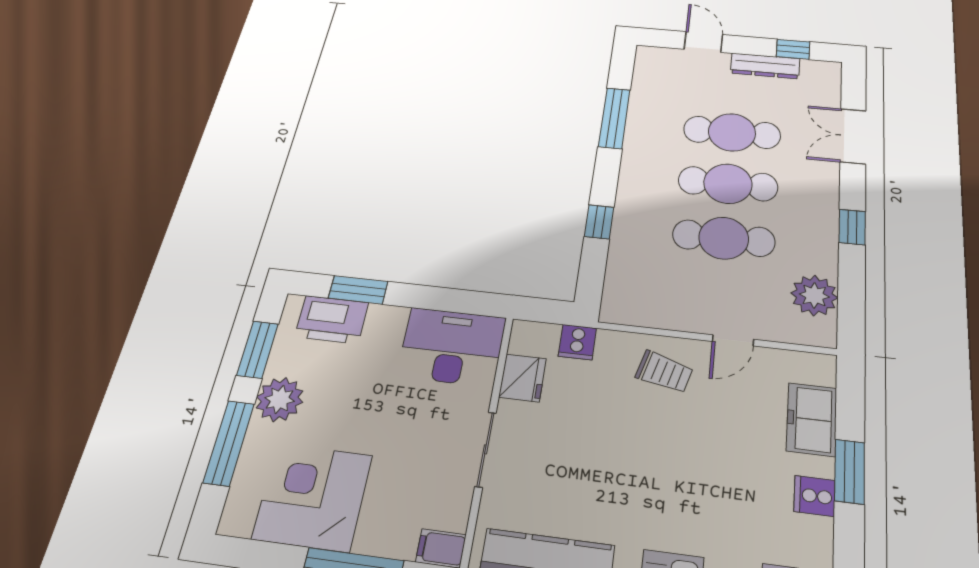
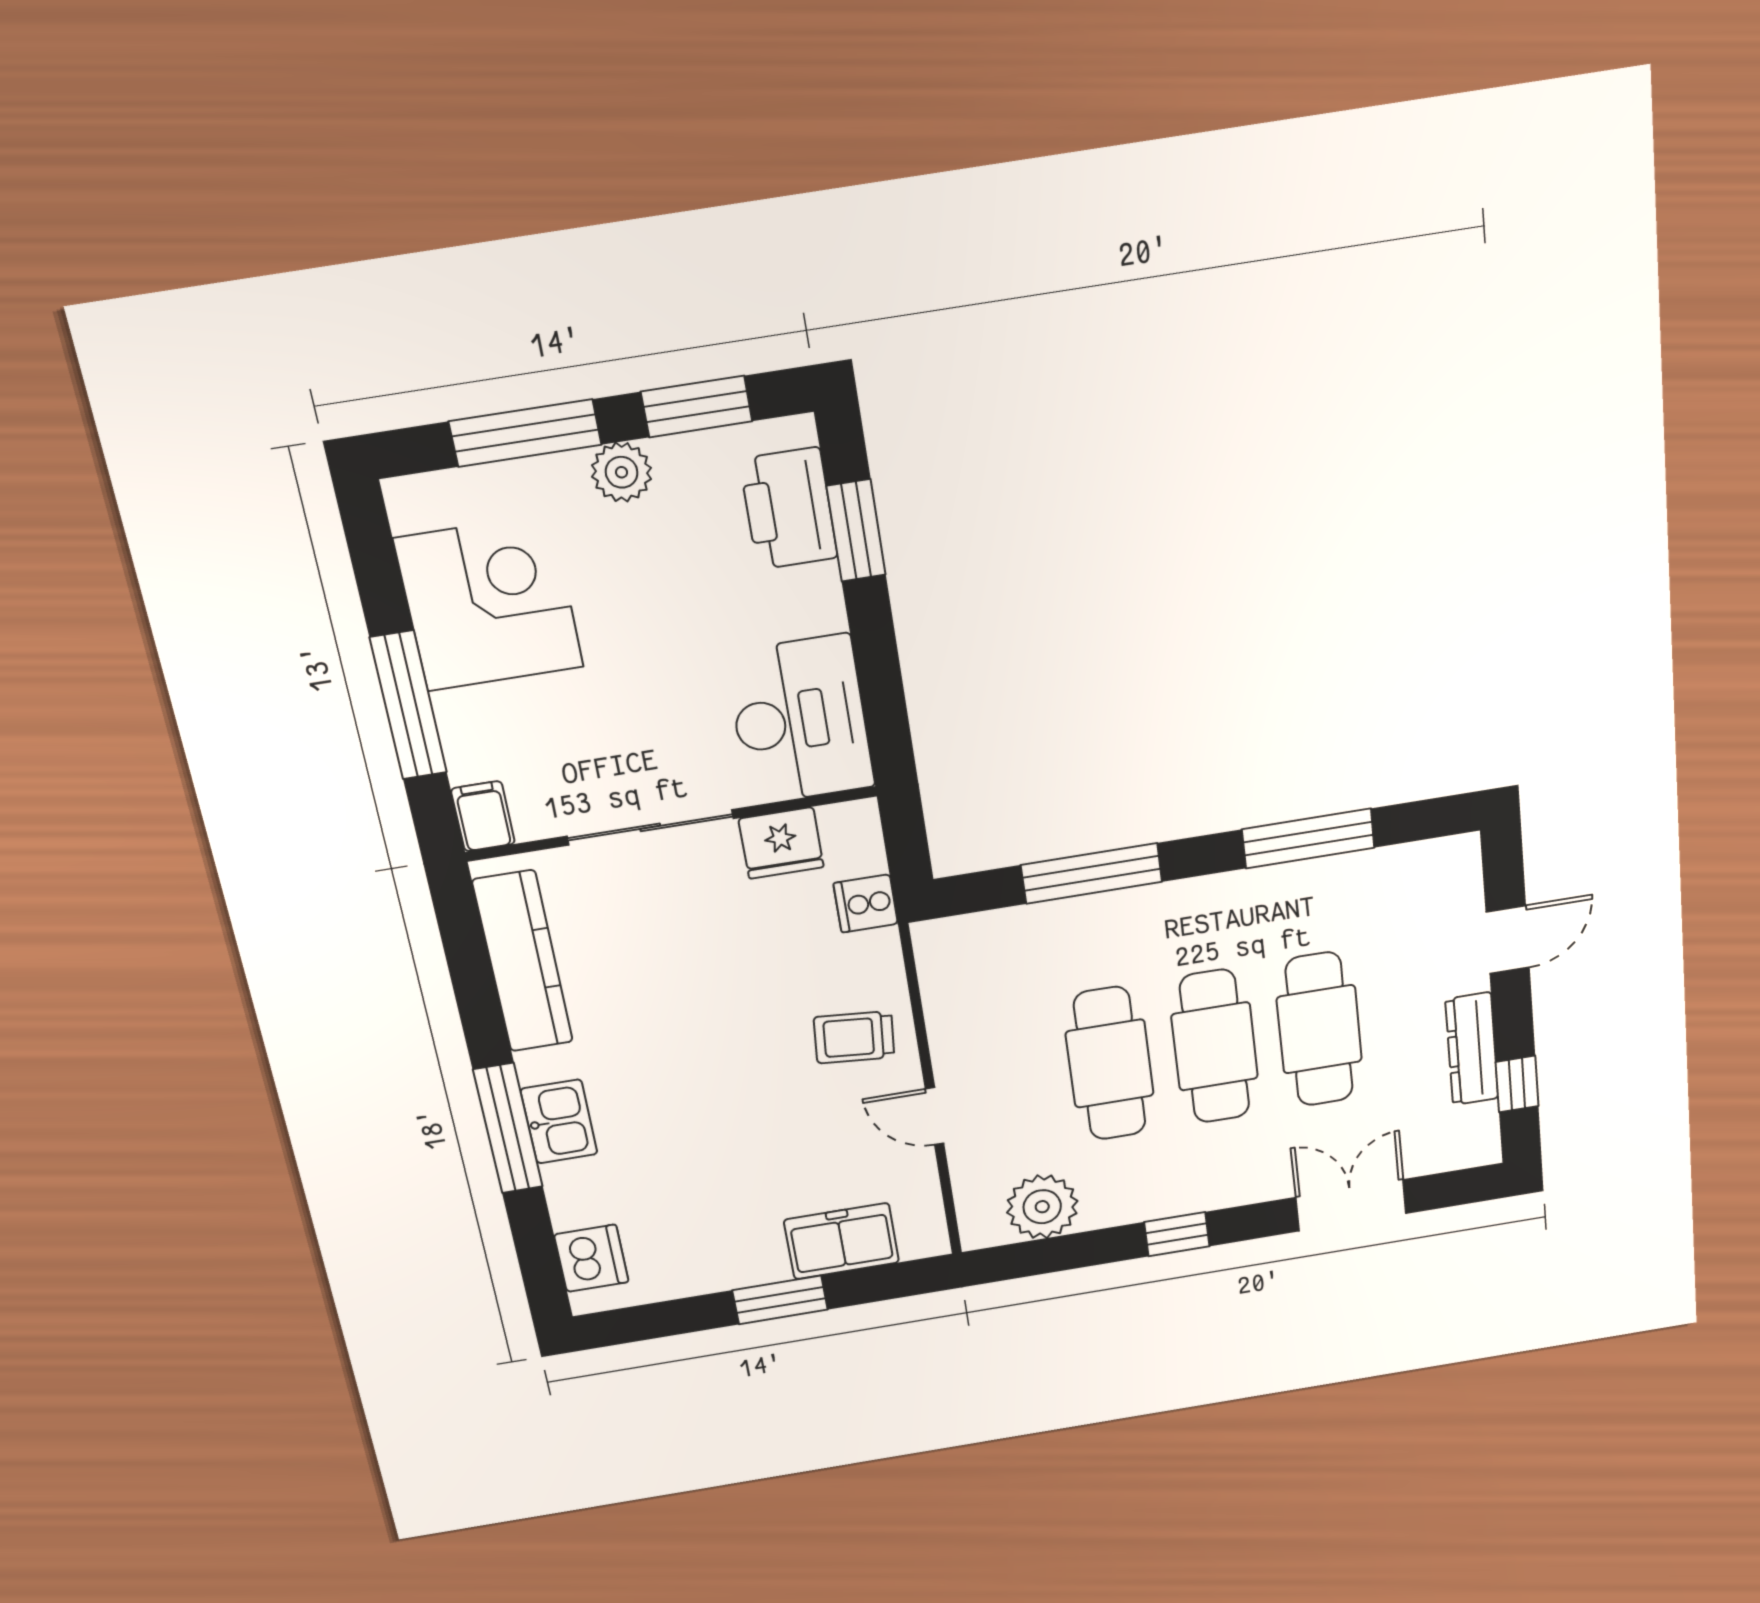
window: (599, 222) -> (1092, 873), width x2.17
trolley: (664, 372) -> (854, 1037), turned 80
plant: (280, 399) -> (622, 472), width x0.73, depth x0.73
sliding door: (486, 449) -> (650, 827), width x1.37
cooker: (815, 496) -> (731, 1266), removed

